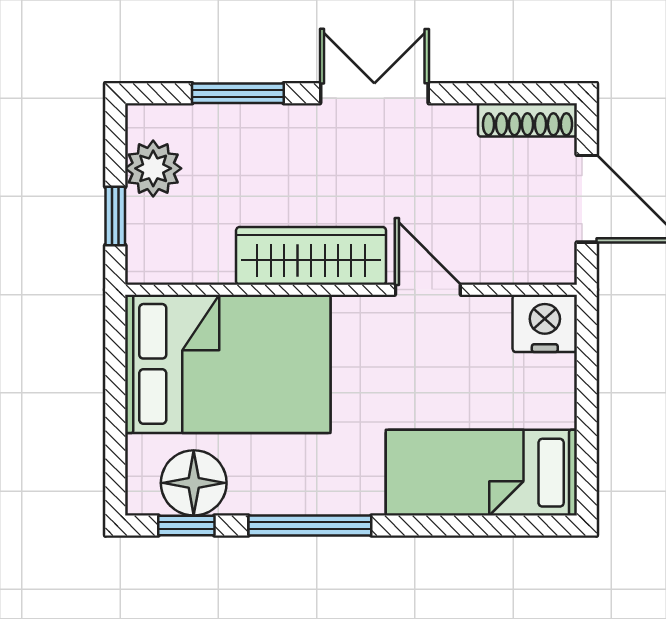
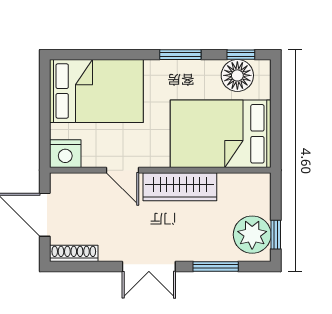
plant: (153, 168) -> (252, 235), width x1.36, depth x1.36
window: (115, 216) -> (276, 235), moved
bed: (481, 473) -> (96, 91), width x1.50
window: (310, 525) -> (180, 55), width x0.69

